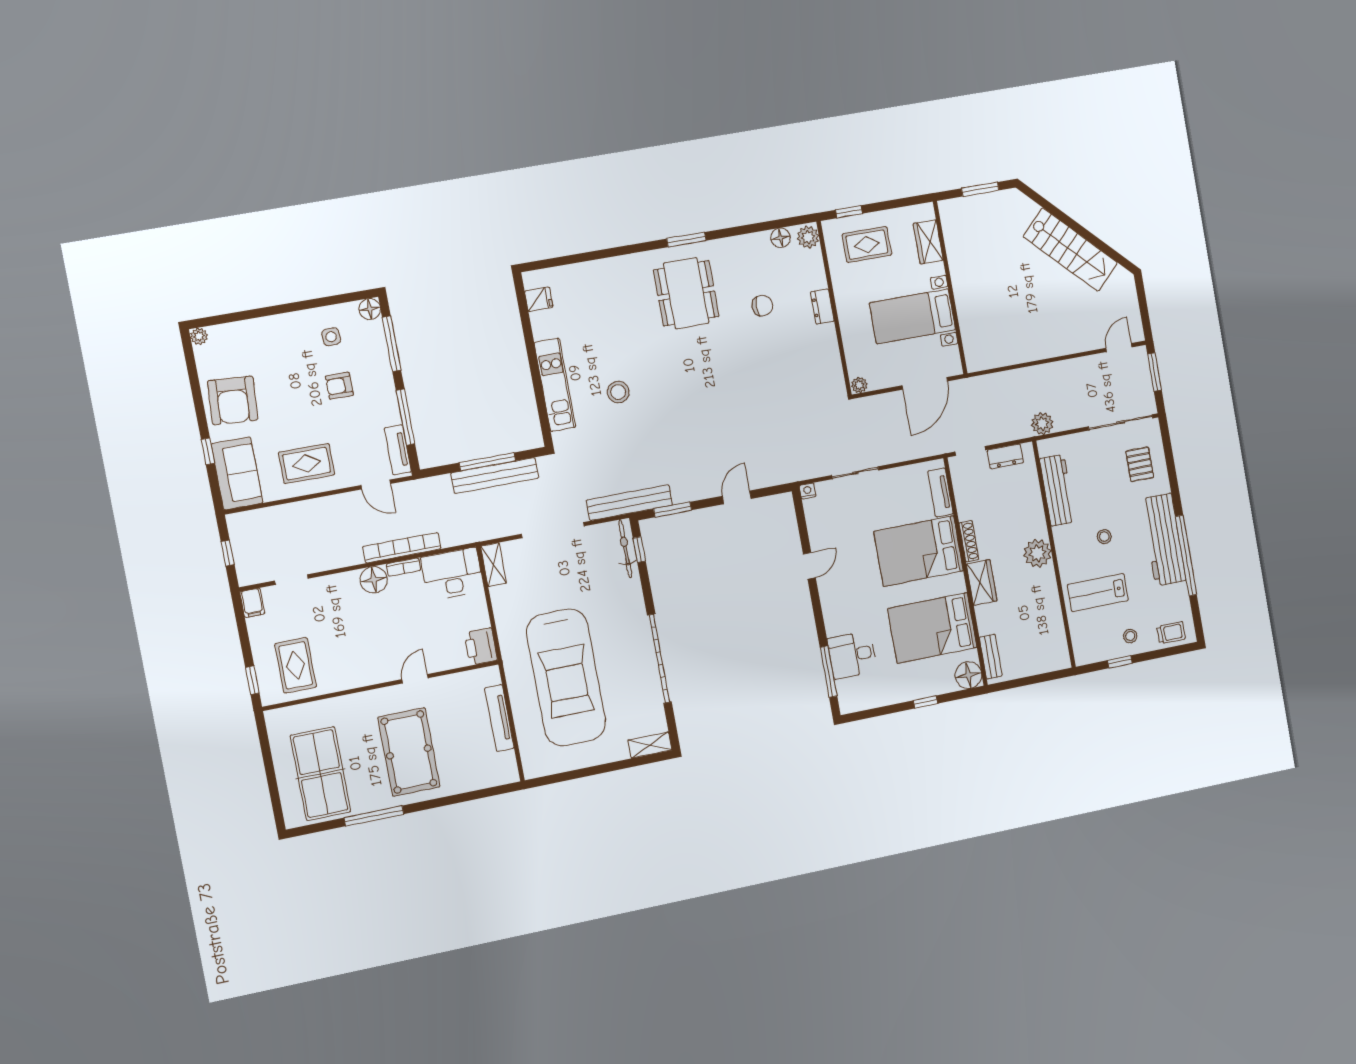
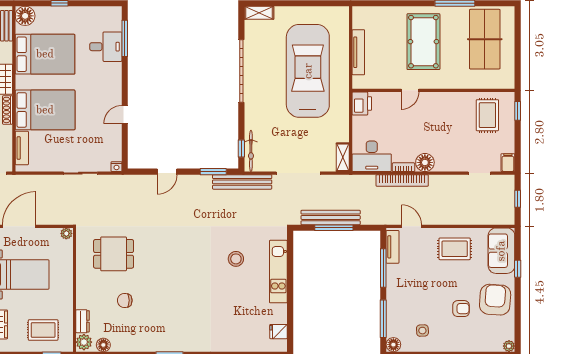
dining table: (686, 293) -> (114, 254), moved, width x0.73
dresser: (822, 307) -> (83, 321), moved
armchair: (339, 386) -> (461, 309), moved

